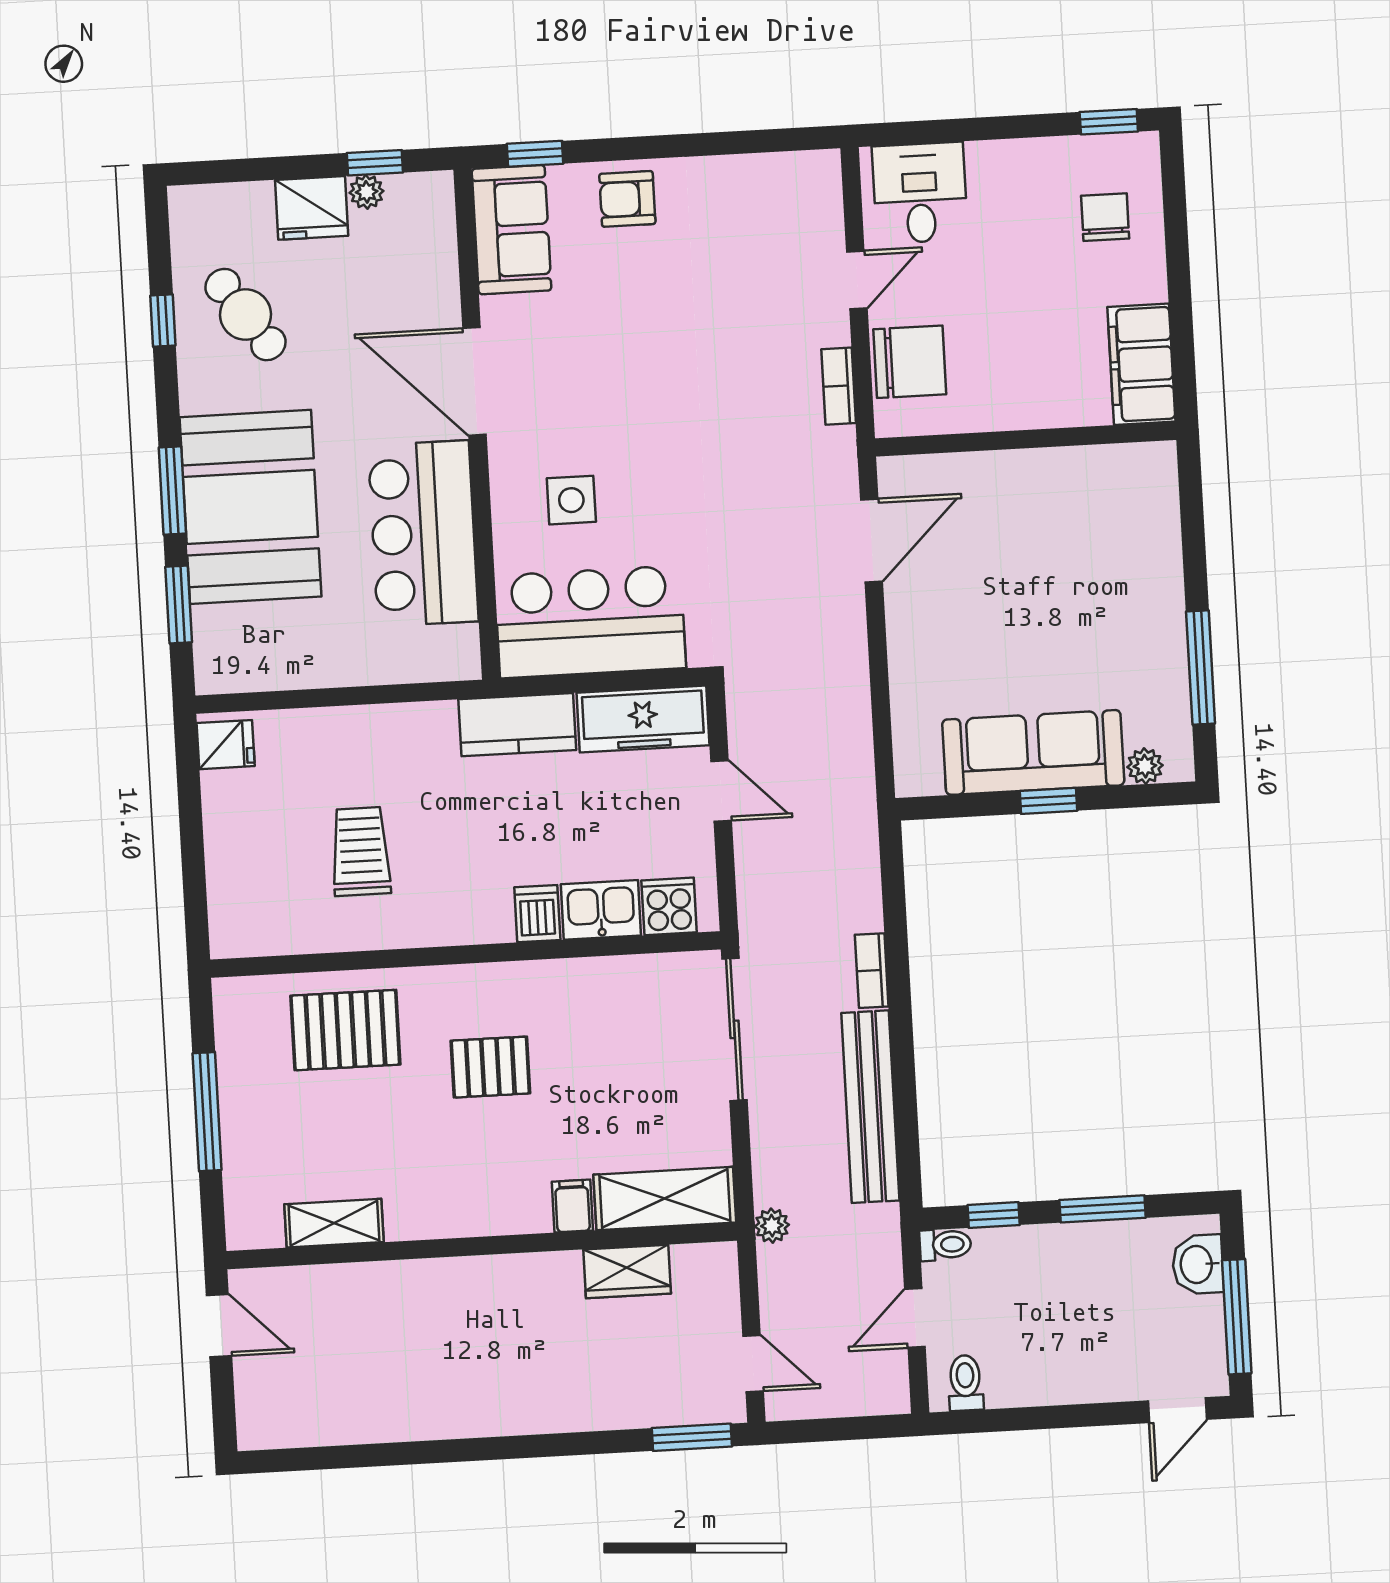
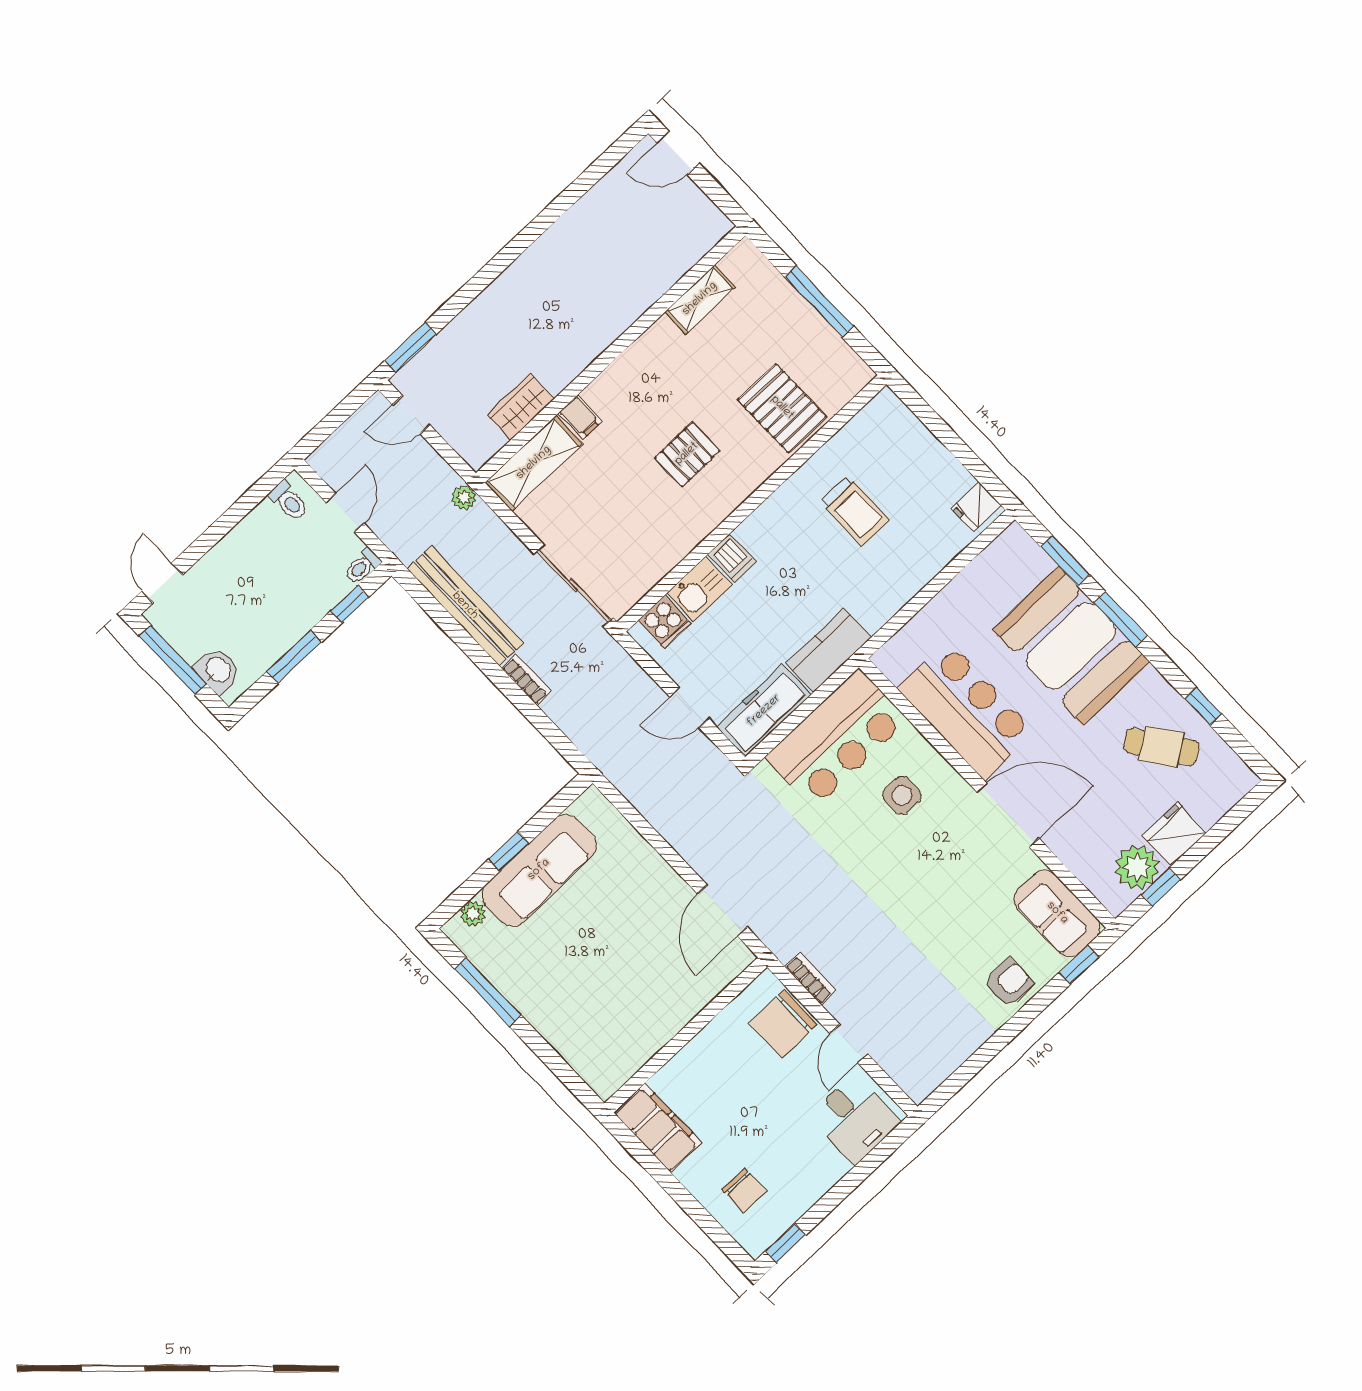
plant: (367, 192) -> (1137, 867), width x1.88, depth x1.88
pallet: (345, 1030) -> (782, 408), turned 90
door: (219, 1326) -> (678, 153), moved

